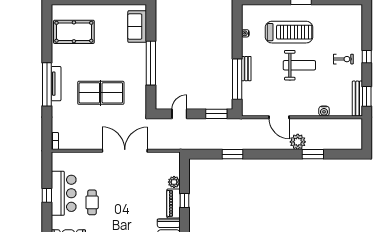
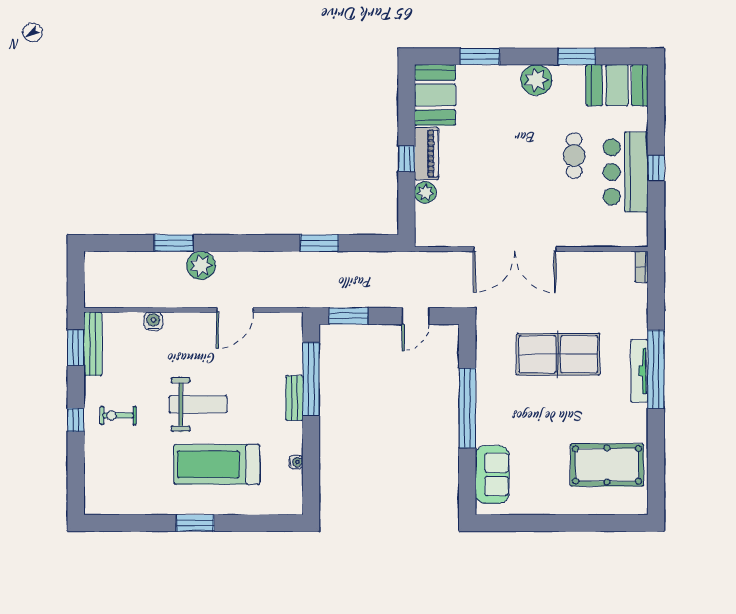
weight bench: (299, 65) -> (198, 404), turned 180
door: (279, 117) -> (235, 310), swing flipped

